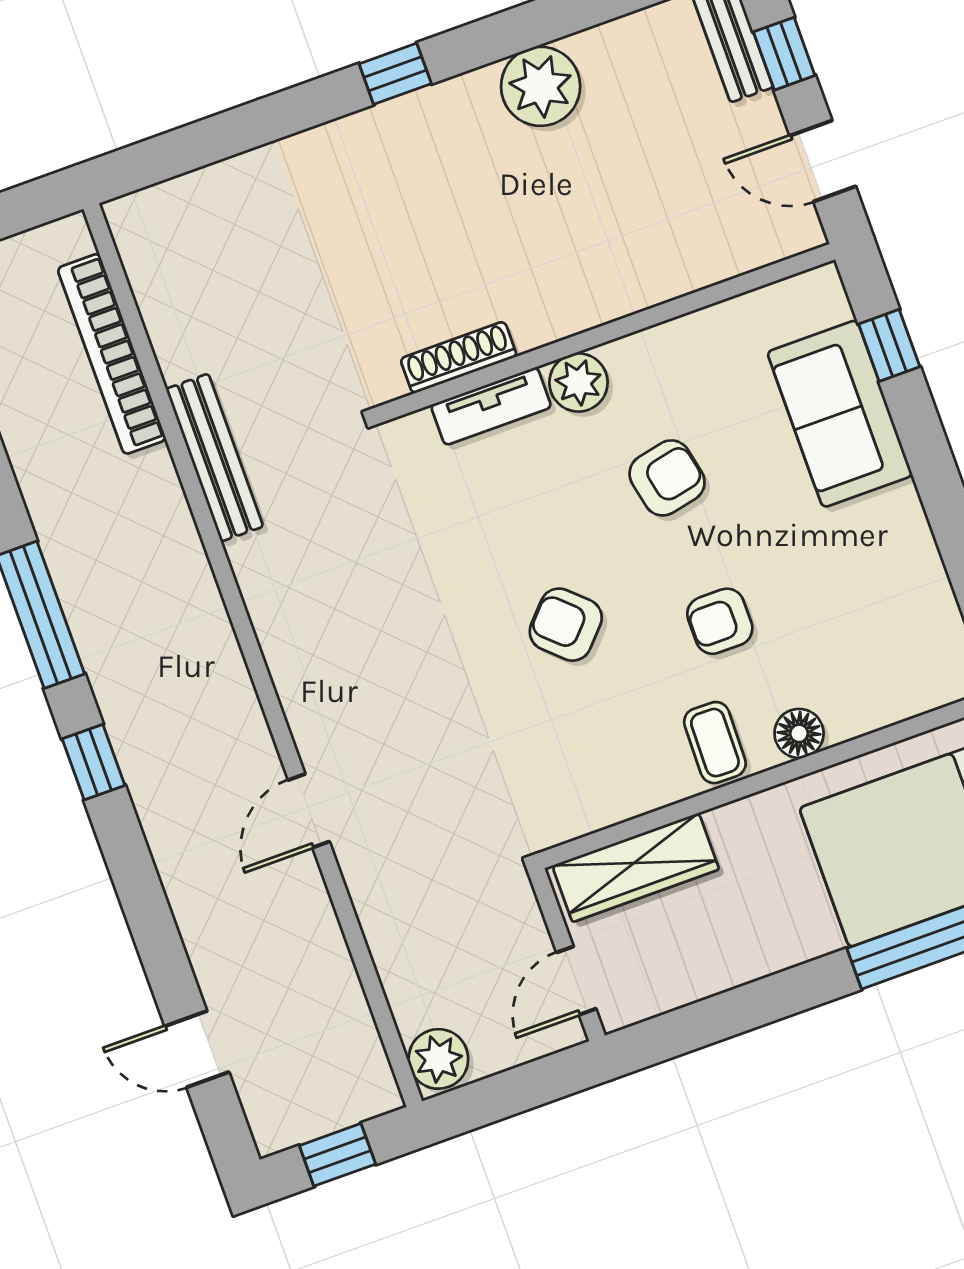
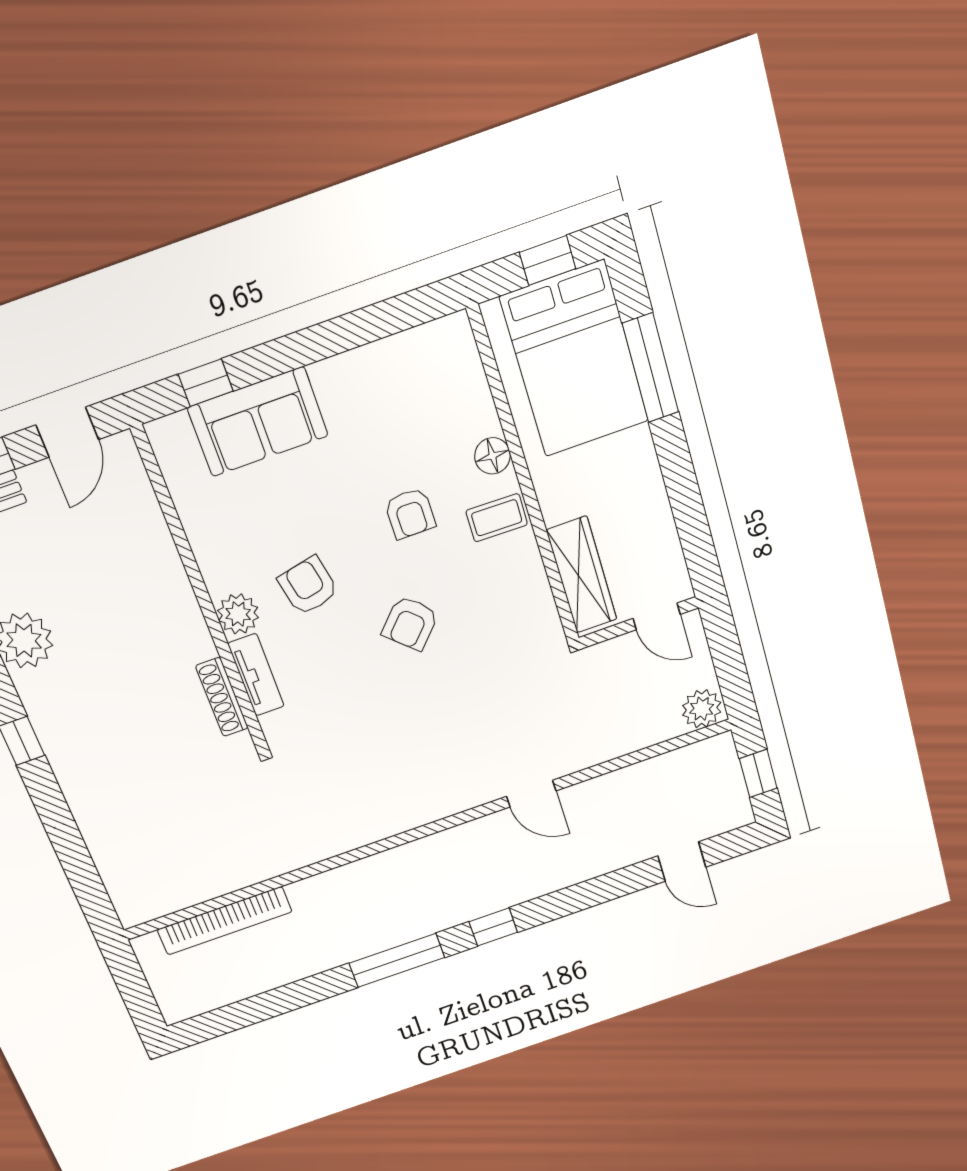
bench: (214, 458) -> (294, 856), removed
armchair: (667, 478) -> (308, 586), moved
door: (197, 1049) -> (682, 862), hinge flipped

